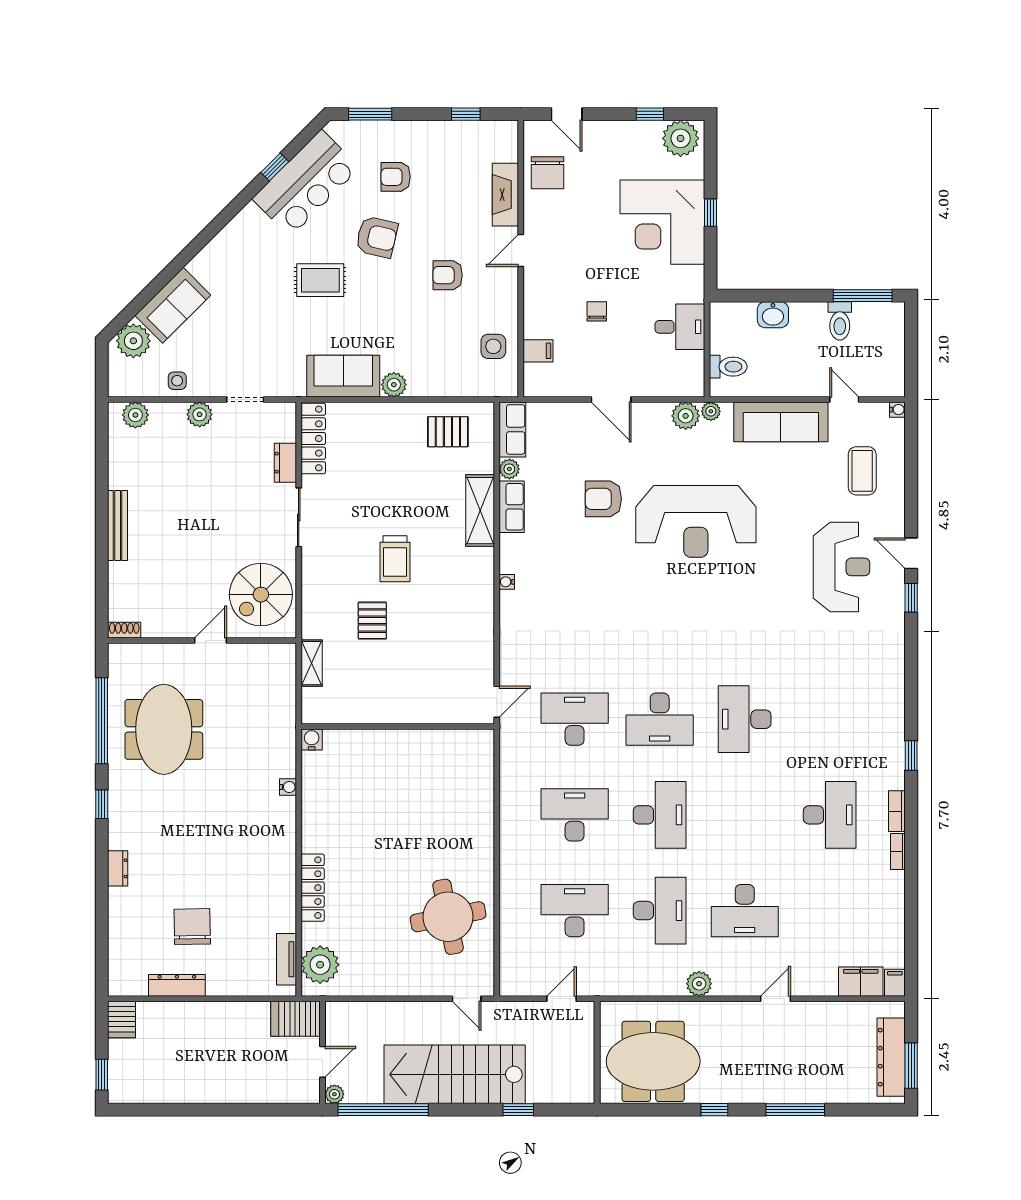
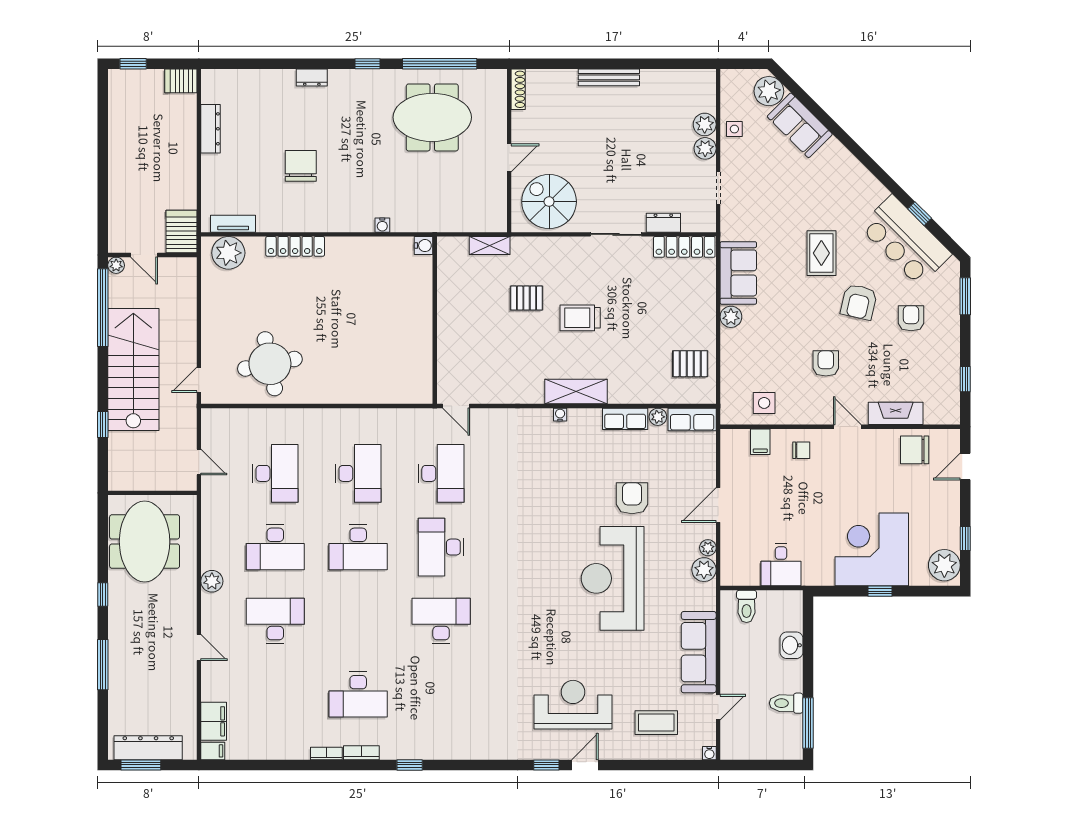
chair: (597, 311) -> (801, 450), moved
plant: (711, 411) -> (708, 548), moved
plant: (135, 415) -> (705, 124), moved
pallet: (448, 432) -> (690, 364), turned 90
shelving: (480, 511) -> (576, 392), moved
reception desk: (842, 567) -> (573, 705), turned 180
shoe rack: (124, 630) -> (518, 89), width x1.43
door: (211, 641) -> (509, 158), hinge flipped
desk: (745, 911) -> (275, 621), turned 90
chair: (192, 927) -> (301, 166), moved, turned -89

